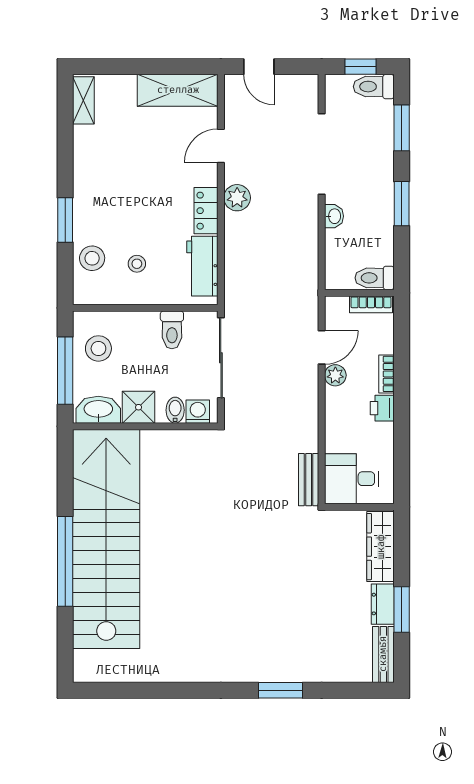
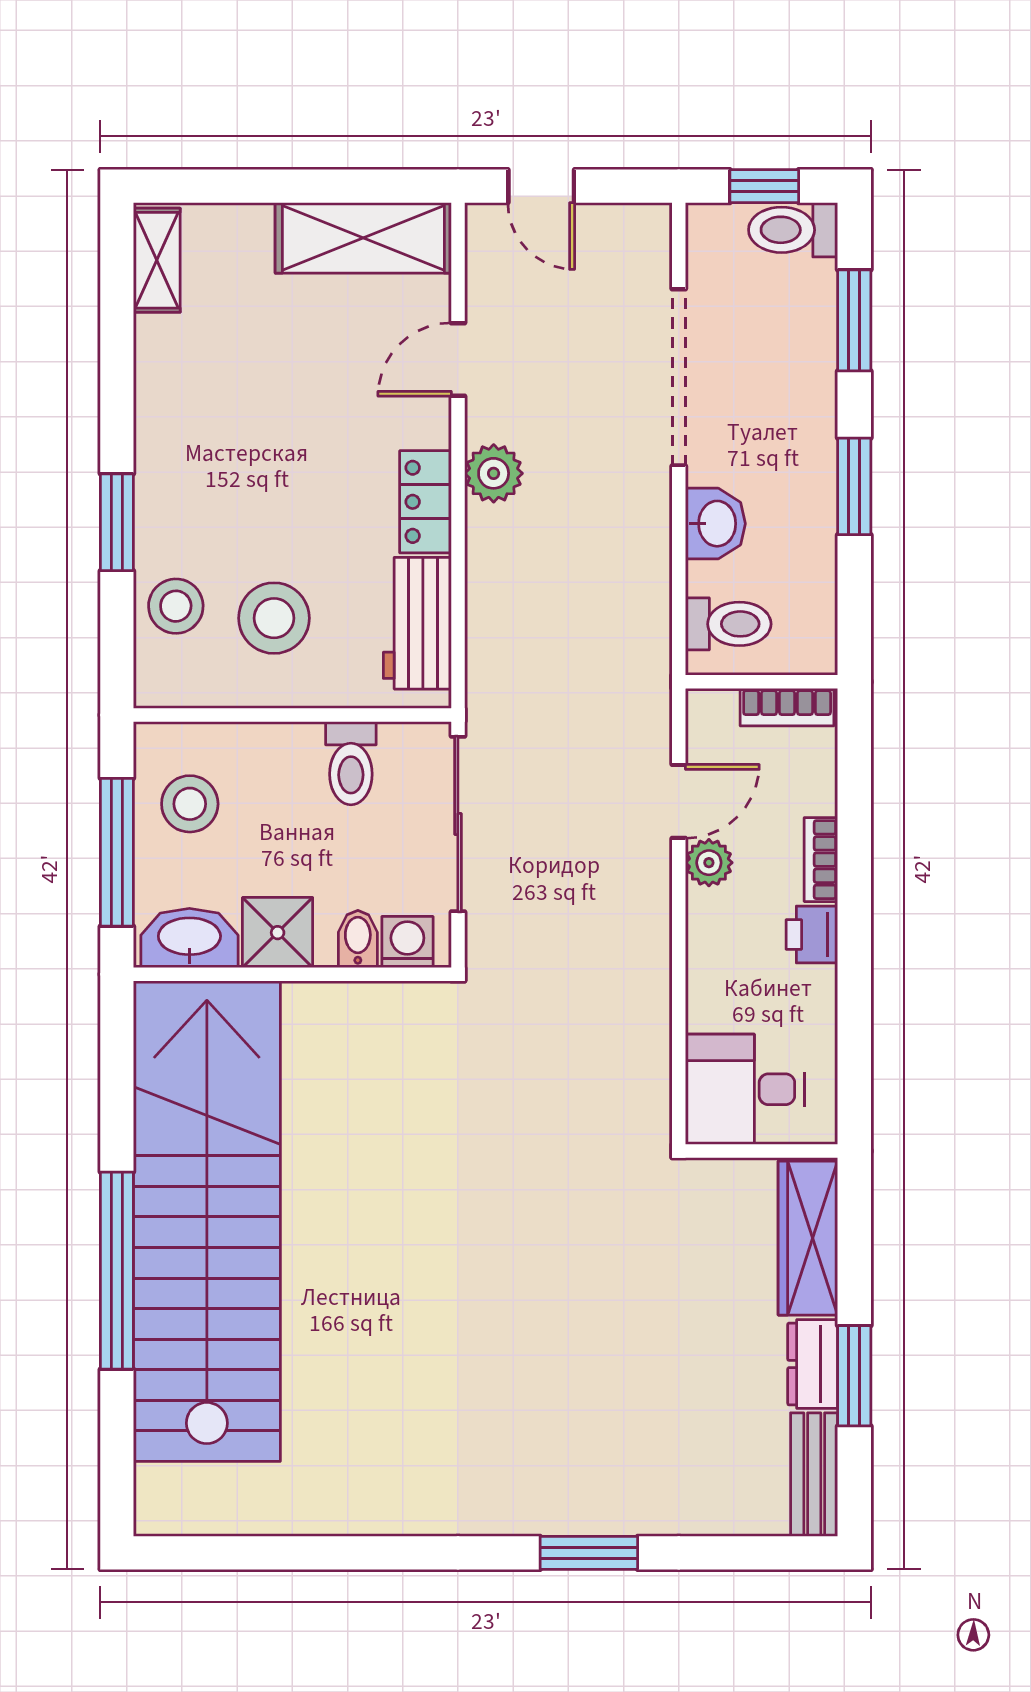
washbasin: (334, 216) -> (715, 524), width x1.38, depth x1.45
stool: (137, 264) -> (274, 618), width x1.89, depth x1.89
toilet: (375, 278) -> (728, 624), moved, turned 180
bench: (309, 480) -> (650, 1091), removed

